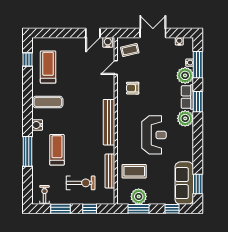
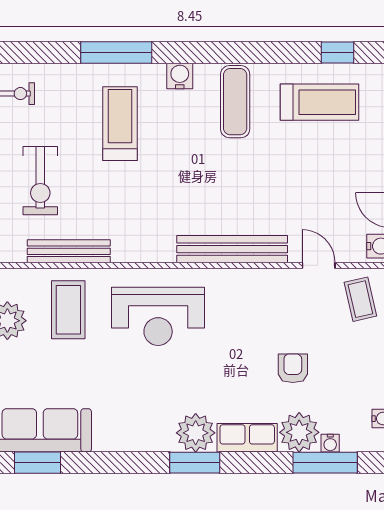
armchair: (133, 88) -> (293, 368), moved
window: (198, 102) -> (195, 463), moved
bench: (109, 122) -> (232, 249), moved
reception desk: (154, 135) -> (158, 316), moved
treadmill: (57, 150) -> (120, 124), turned -90

